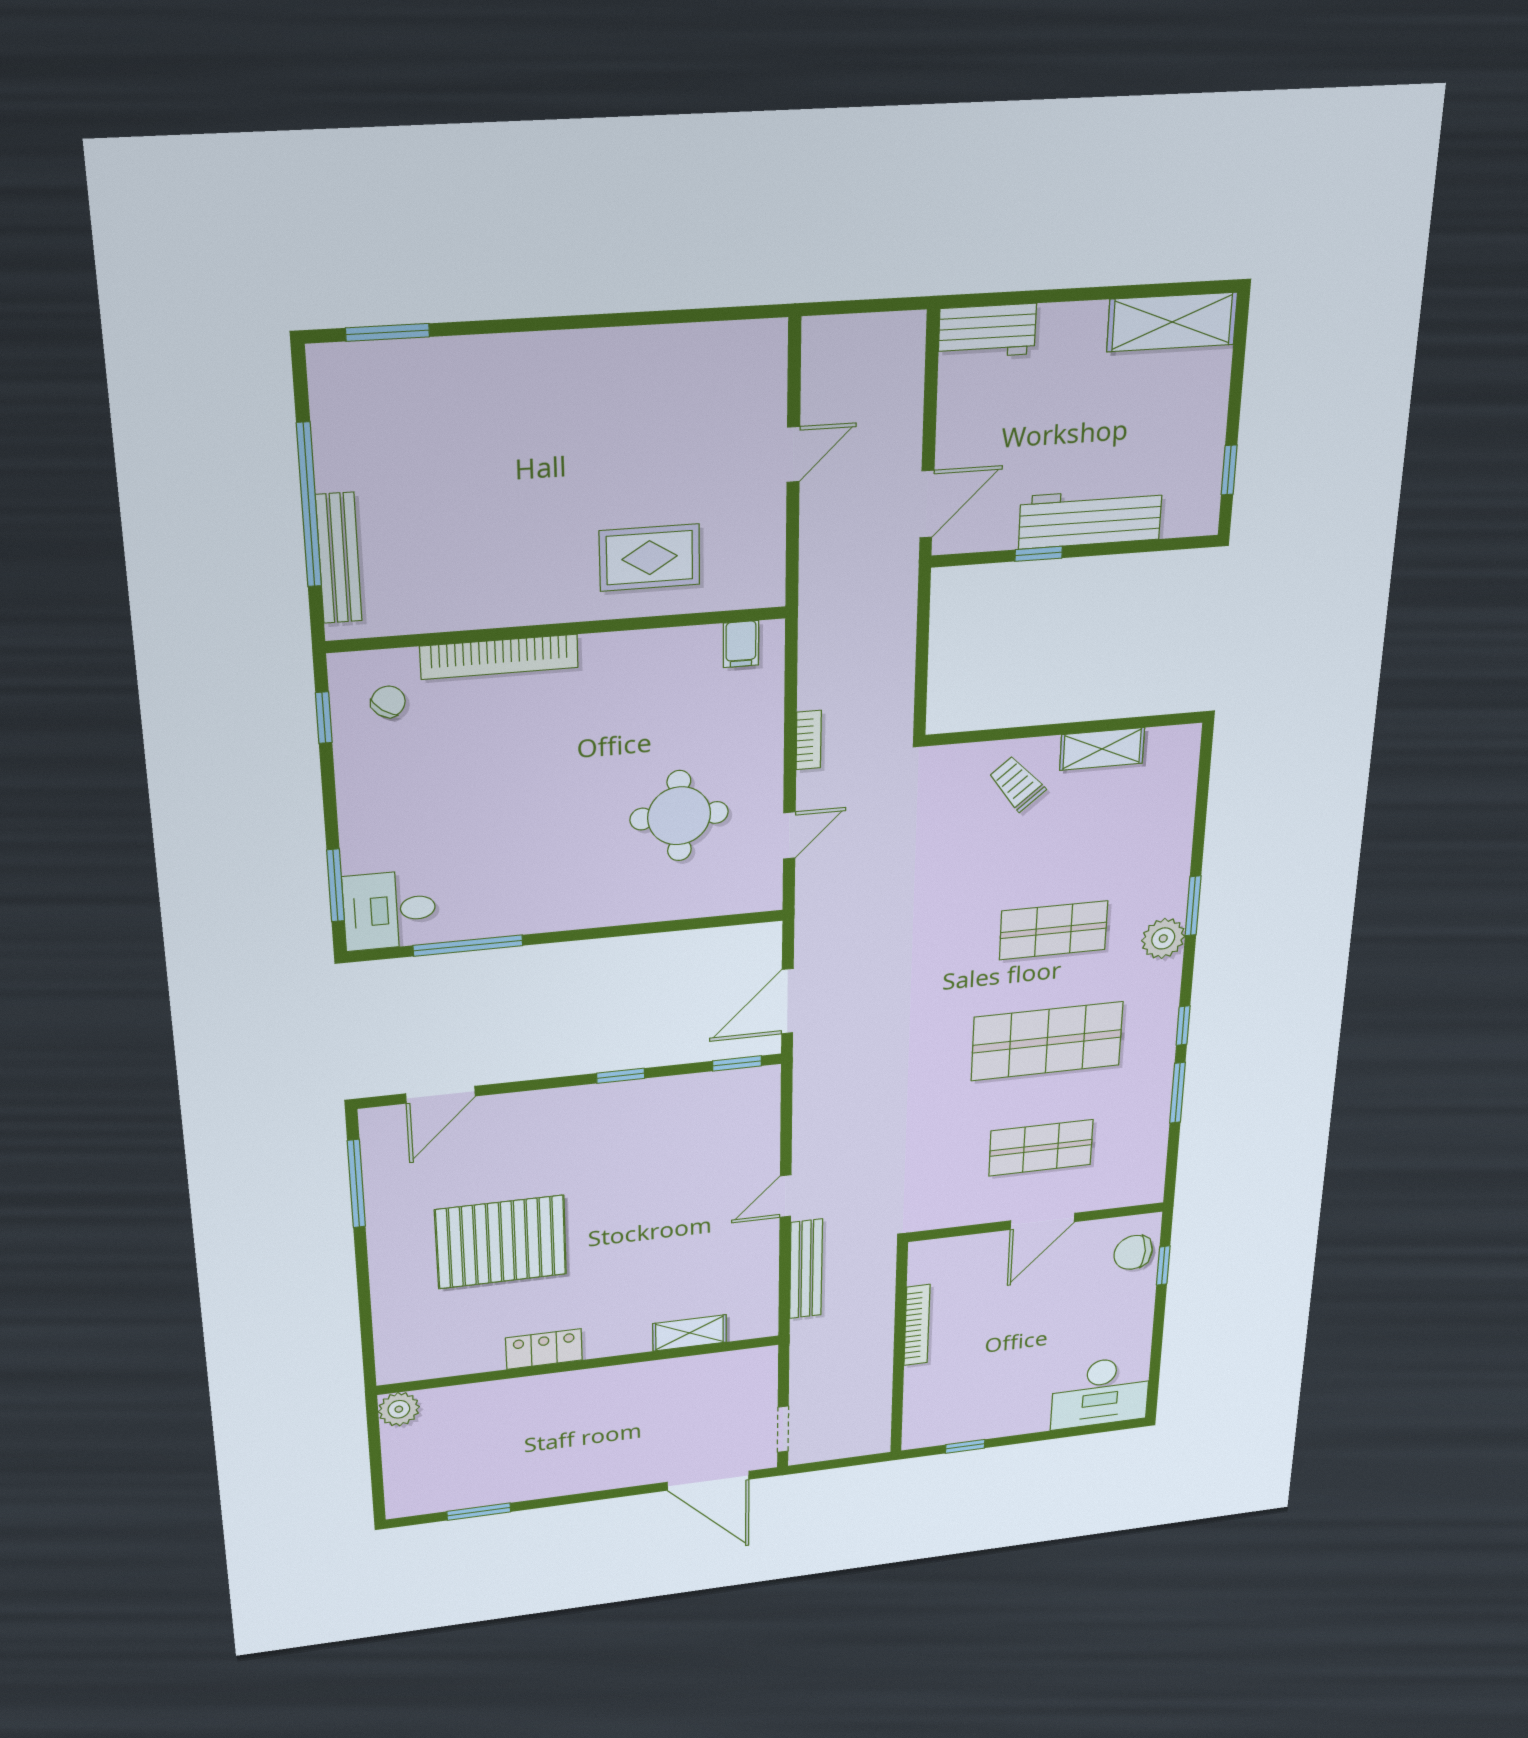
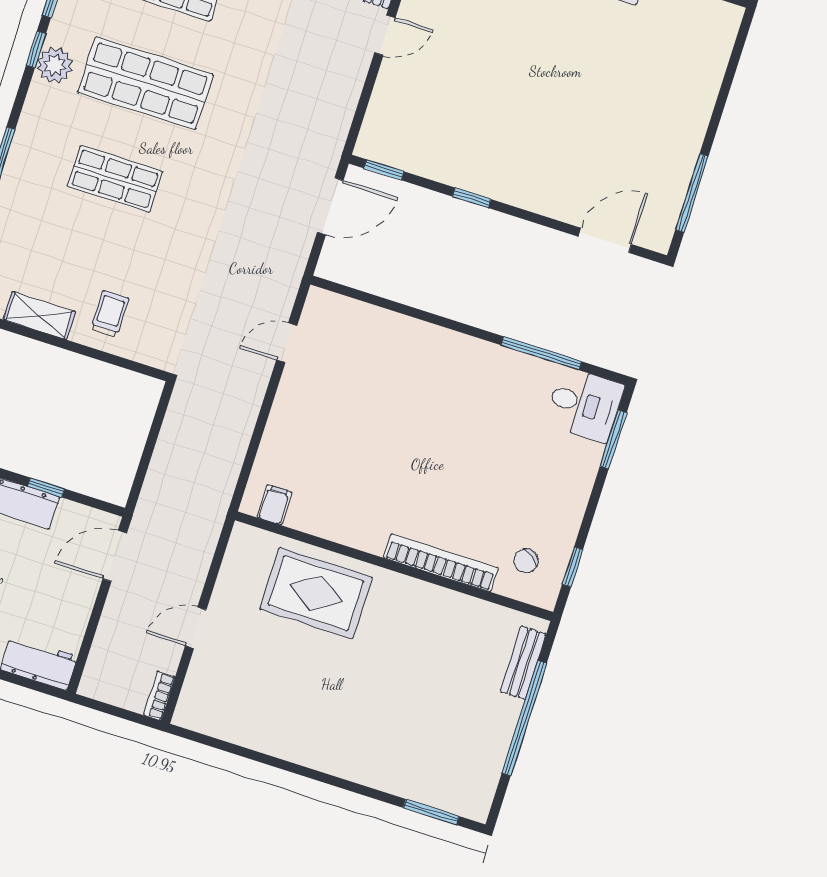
bench: (339, 558) -> (523, 663), width x0.73
rug: (650, 558) -> (316, 593), width x1.36, depth x1.43
bookcase: (809, 740) -> (159, 696), moved
trolley: (1017, 784) -> (110, 314), turned -140
round table: (679, 816) -> (360, 392), removed
plant: (1163, 938) -> (55, 65), moved
pallet: (501, 1242) -> (608, 94), removed

